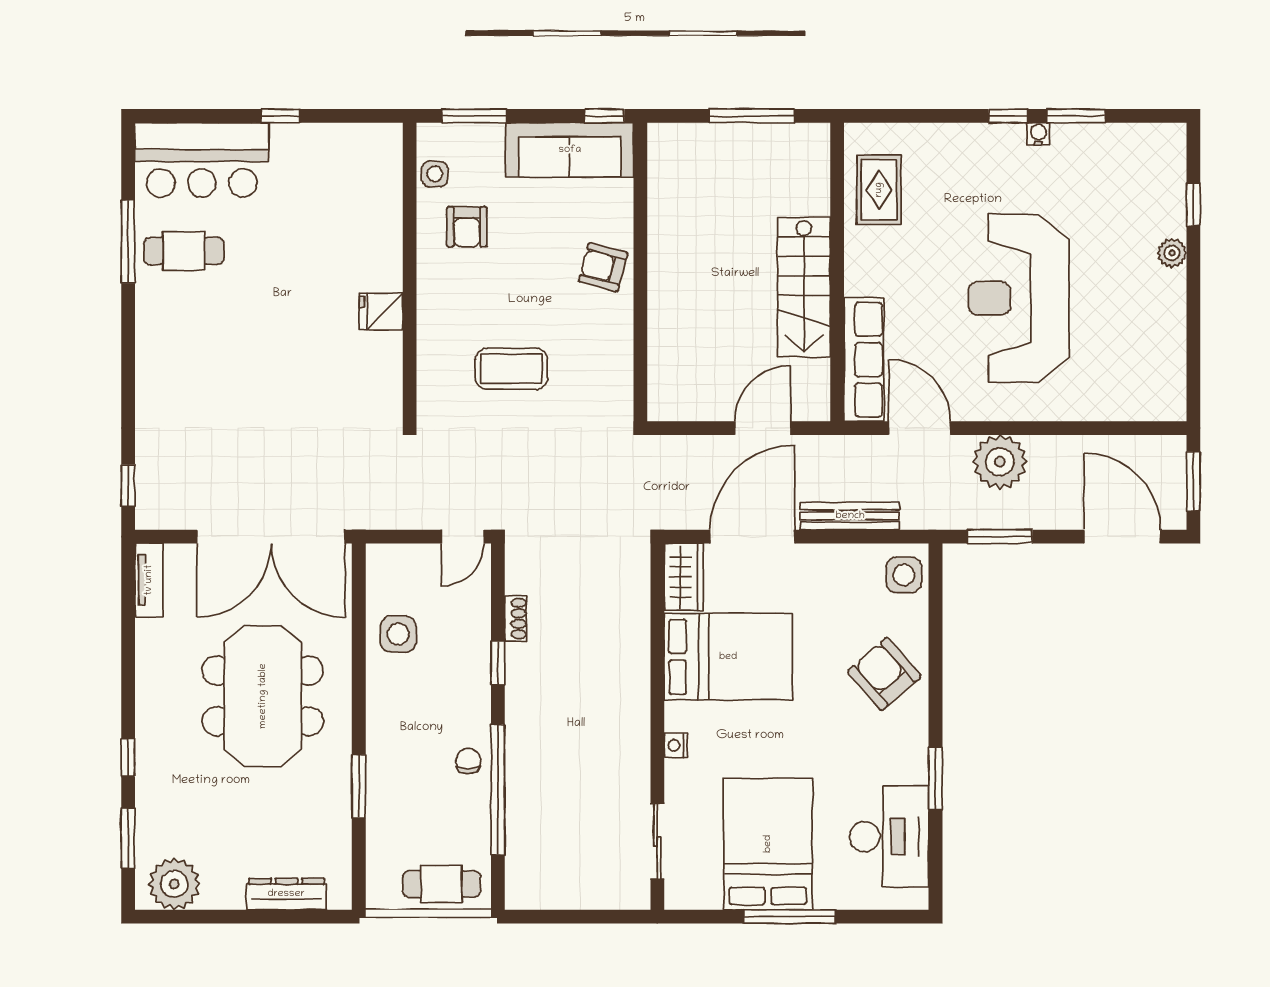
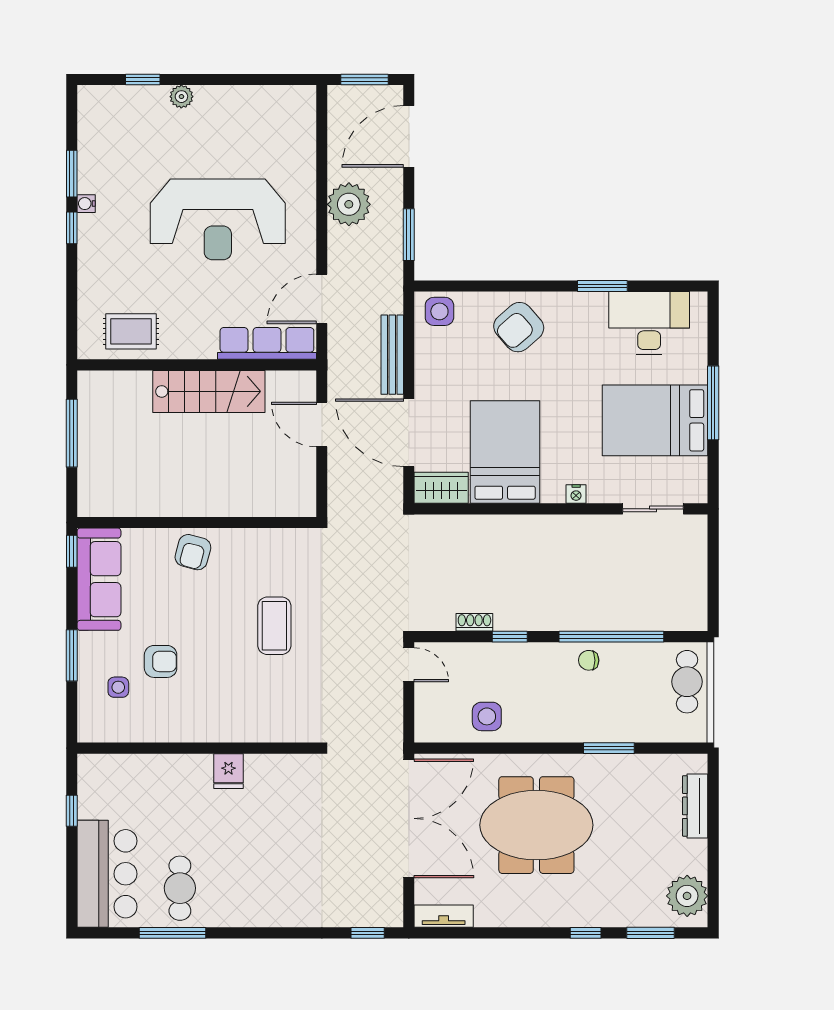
wall: (410, 272) -> (197, 748), moved
fridge: (381, 312) -> (228, 771), moved
plant: (1000, 462) -> (349, 204), moved

